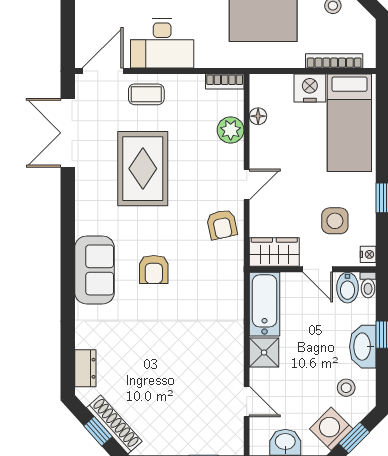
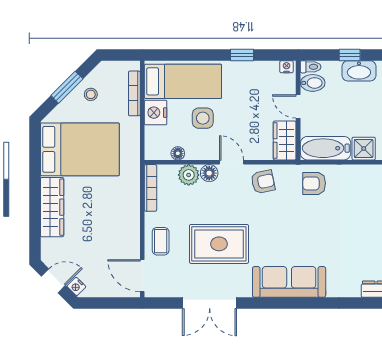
desk: (162, 44) -> (121, 229), removed
bookcase: (225, 82) -> (150, 188), width x1.56
double door: (68, 133) -> (210, 303), moved
floor lamp: (233, 156) -> (209, 173), added
side table: (335, 221) -> (203, 118), moved
armchair: (154, 269) -> (314, 183), moved, turned 180
door: (318, 269) -> (298, 106), swing flipped
sofa: (95, 270) -> (289, 282), width x1.36

